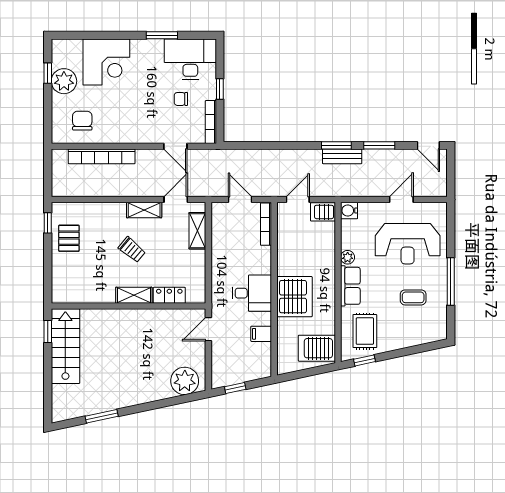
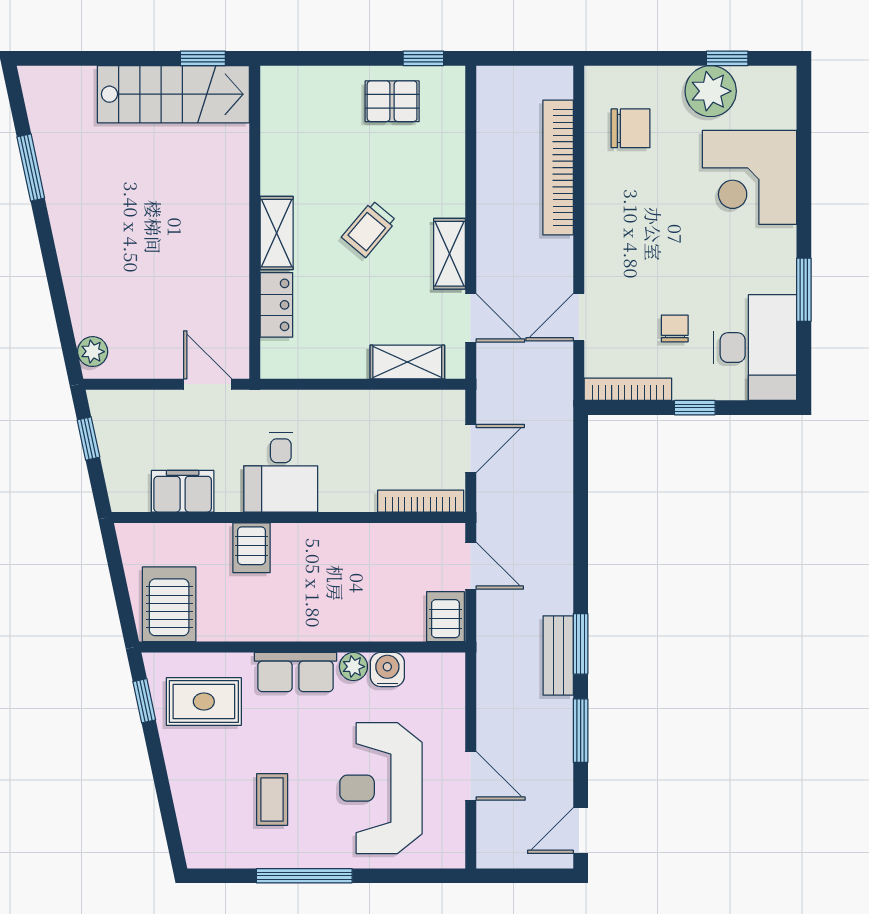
water cooler: (349, 211) -> (387, 670), moved
server rack: (294, 297) -> (251, 548), width x0.46, depth x0.70
filing cabinet: (261, 334) -> (183, 491), width x2.00
plant: (185, 381) -> (93, 352), width x0.53, depth x0.53

